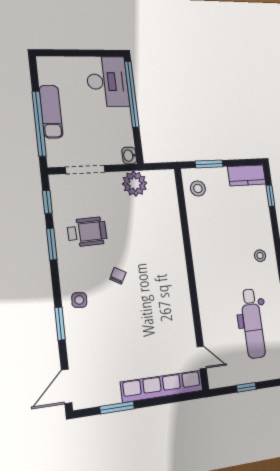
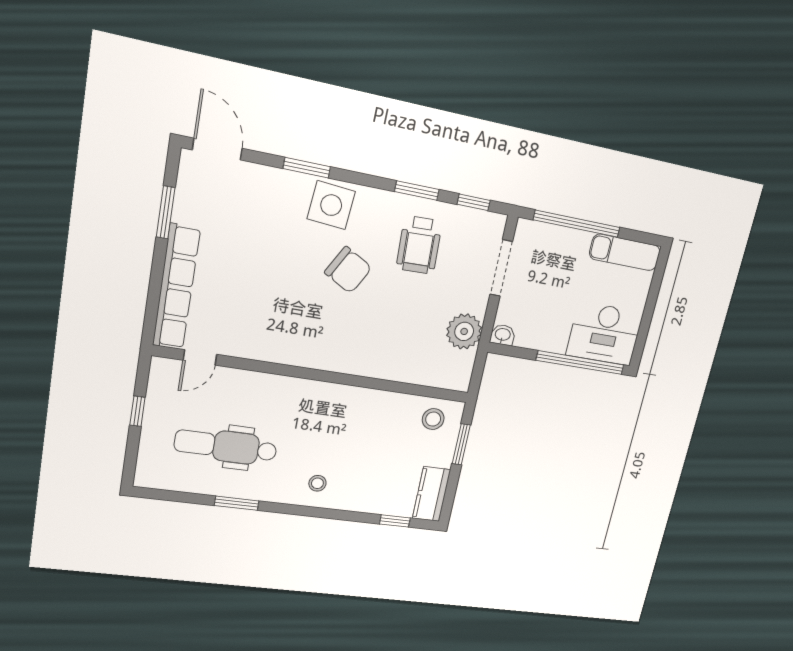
exam couch: (51, 112) -> (625, 252), moved
chair: (118, 276) -> (348, 270), width x1.87, depth x1.87
side table: (79, 300) -> (331, 205), width x1.87, depth x1.87

